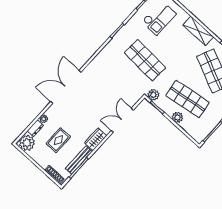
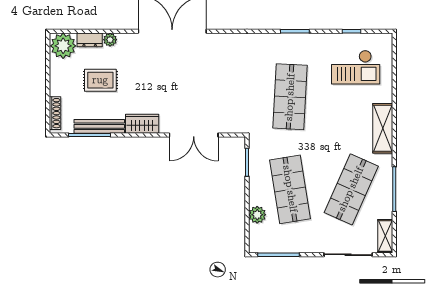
plant: (153, 95) -> (258, 144), removed
plant: (178, 117) -> (257, 215), moved
double door: (122, 120) -> (194, 135), swing flipped

